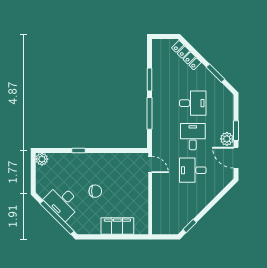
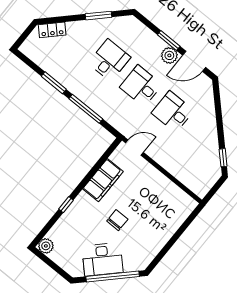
locker: (186, 55) -> (52, 30), width x0.66
desk: (193, 170) -> (173, 112), turned 90
filing cabinet: (117, 226) -> (103, 180), moved, turned 180

